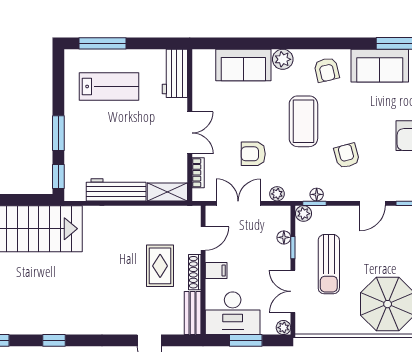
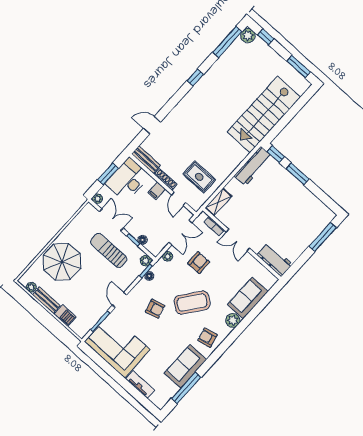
lab bench: (109, 86) -> (298, 221), removed
coffee table: (303, 121) -> (192, 303), turned -53
workbench: (116, 190) -> (253, 166), moved
rug: (160, 266) -> (199, 177), moved

